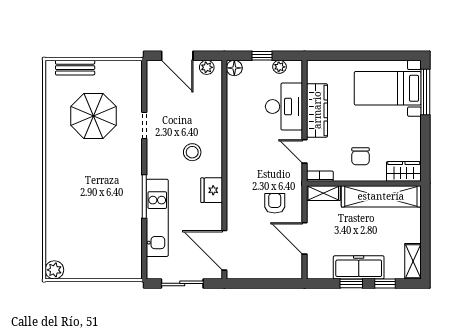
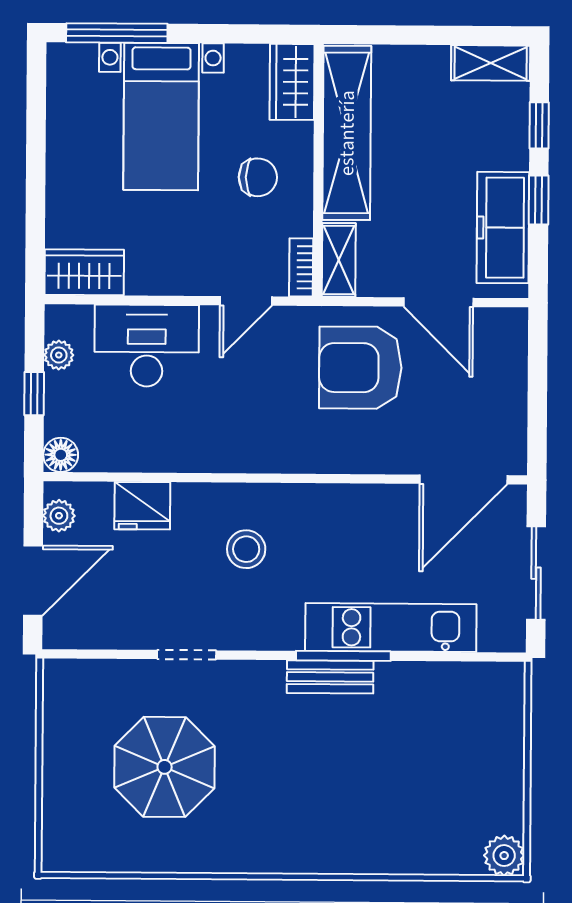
bench: (75, 68) -> (330, 677), moved, turned 90
bed with nightstands: (388, 88) -> (161, 117), moved
wardrobe: (317, 110) -> (84, 272), moved, width x0.67
fridge: (212, 190) -> (142, 506), moved
armchair: (275, 203) -> (360, 368), width x1.88, depth x1.88
door: (305, 238) -> (438, 302), hinge flipped
freezer: (359, 267) -> (503, 228), moved

